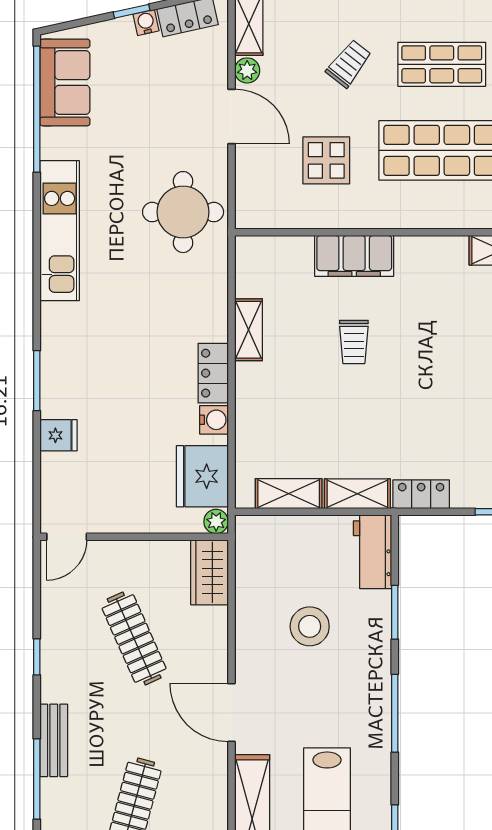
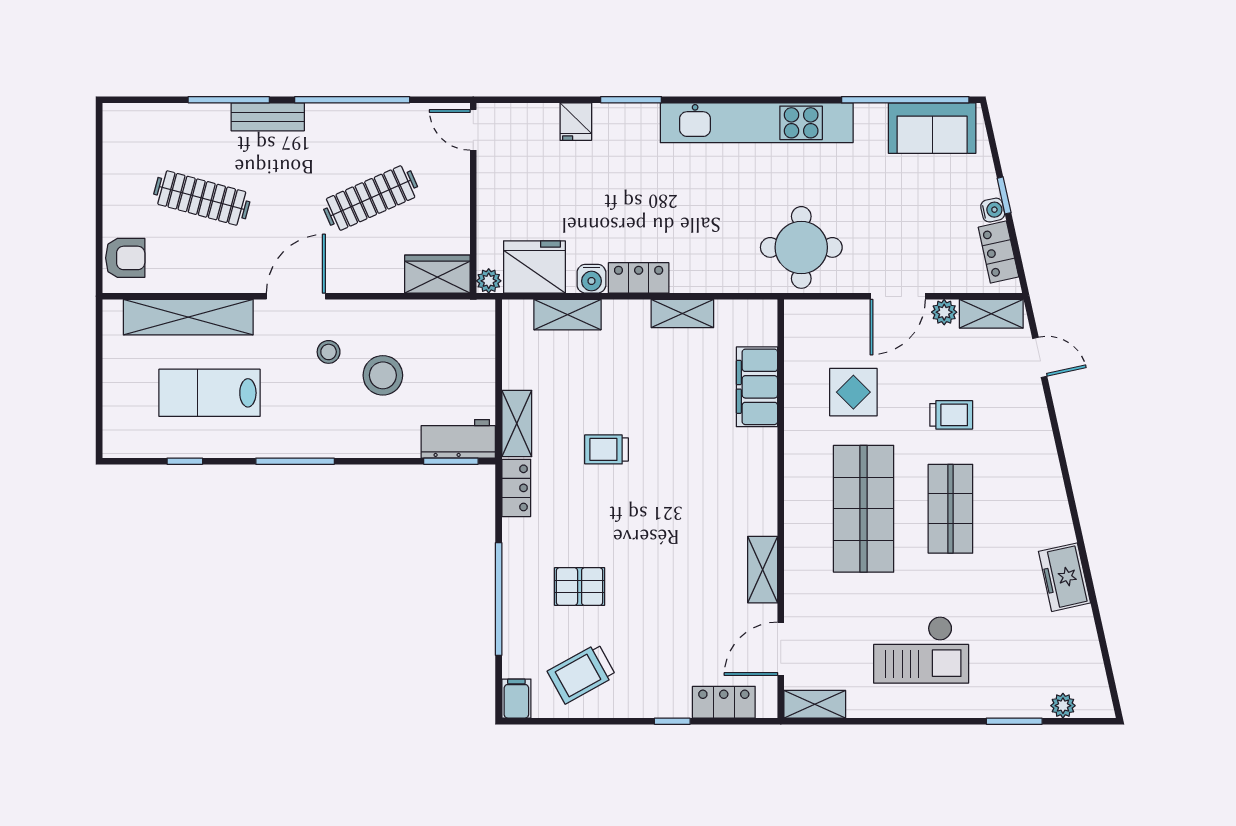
trolley: (349, 64) -> (951, 415), turned -38
kitchen unit: (60, 231) -> (757, 123), width x1.36
filing cabinet: (354, 256) -> (757, 387), moved
trolley: (354, 342) -> (607, 449), moved
shelving: (289, 494) -> (567, 315), moved, turned 90
window: (395, 612) -> (451, 461), moved
window: (37, 657) -> (352, 100), width x3.17
stool: (286, 680) -> (329, 352), added

